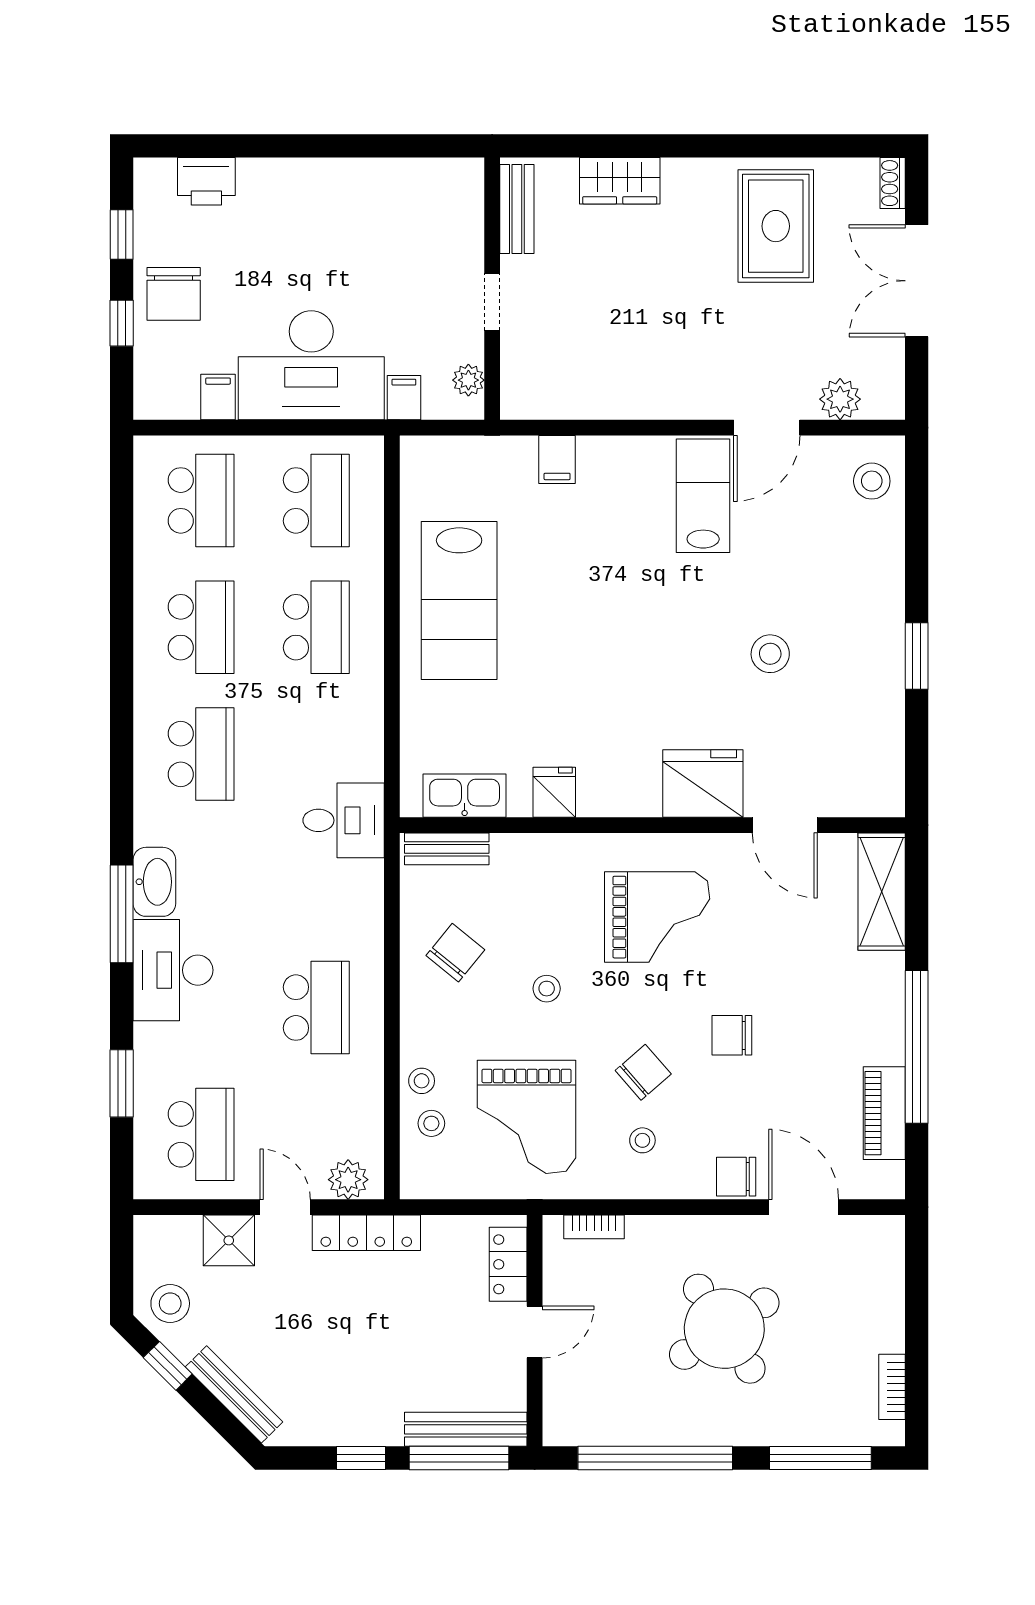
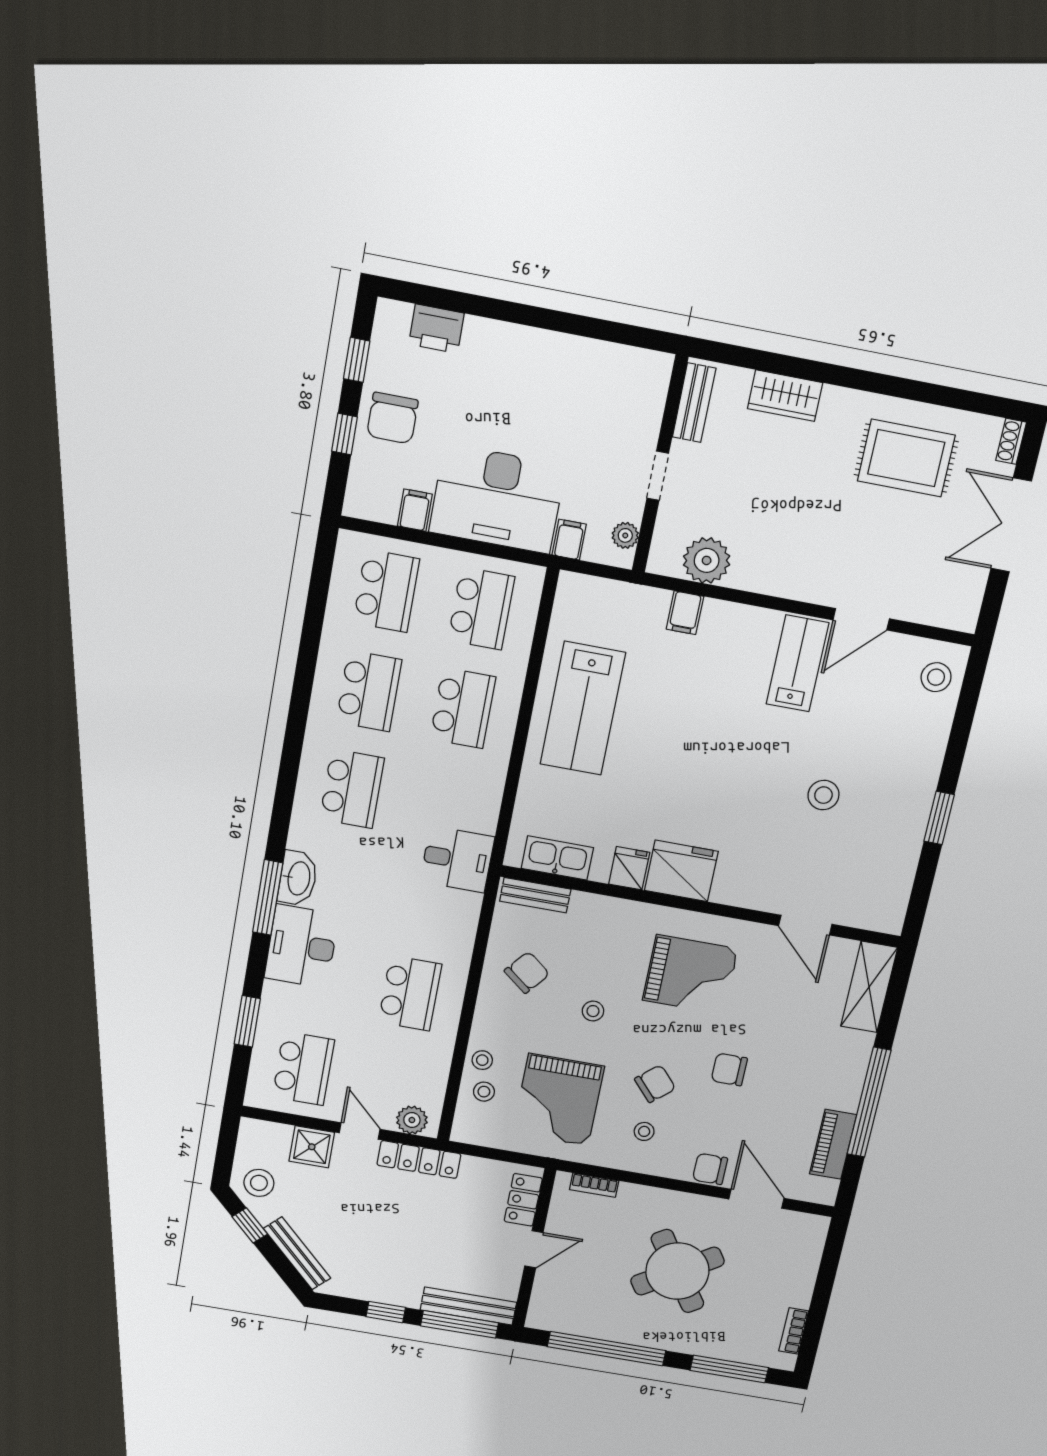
rug: (776, 226) -> (906, 458), turned 90
plant: (840, 399) -> (707, 560), moved, width x1.36, depth x1.36
fridge: (703, 784) -> (681, 871), moved

